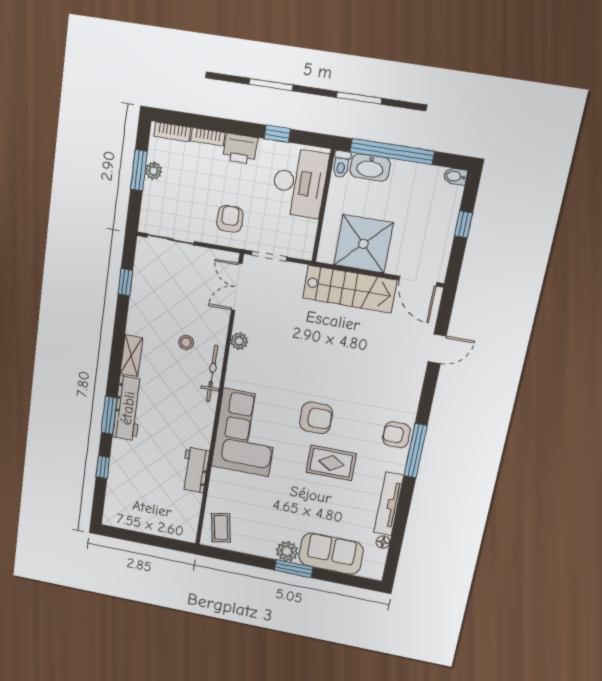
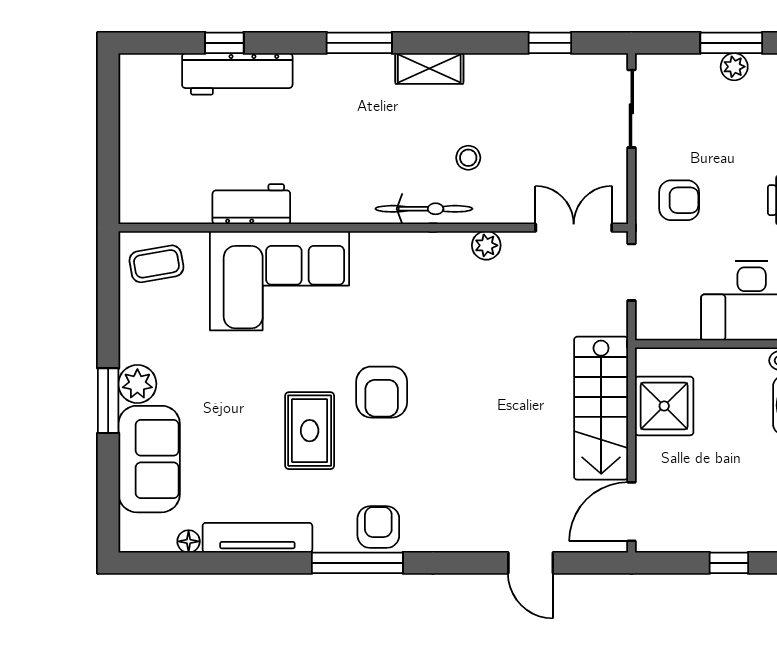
shower: (363, 244) -> (664, 406), width x0.73, depth x0.73
workbench: (128, 408) -> (237, 74), moved
window: (109, 415) -> (359, 43), moved
corner sofa: (246, 433) -> (279, 281), moved

